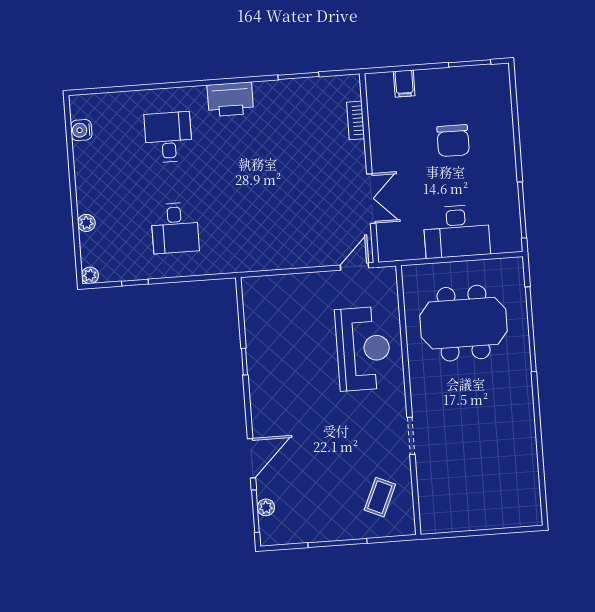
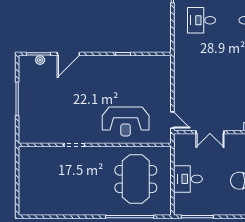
desk: (457, 231) -> (188, 179), width x0.73
door: (252, 458) -> (68, 54), hinge flipped
coffee table: (380, 497) -> (41, 125), removed

